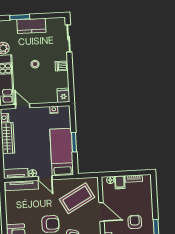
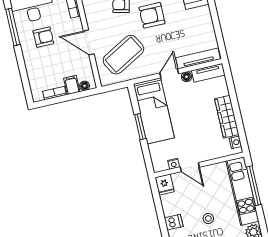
door: (23, 106) -> (190, 167), moved
door: (45, 178) -> (169, 73), hinge flipped
armchair: (135, 222) -> (43, 37), turned -90

